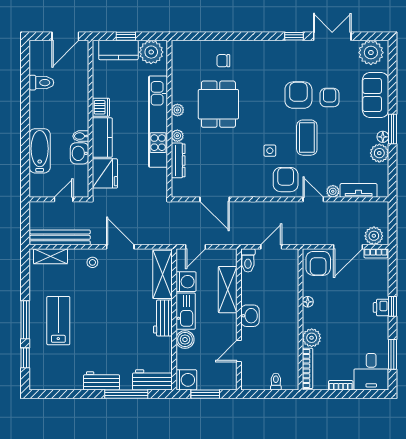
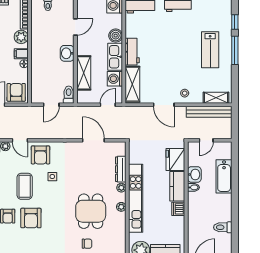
filing cabinet: (311, 315) -> (21, 54), added

